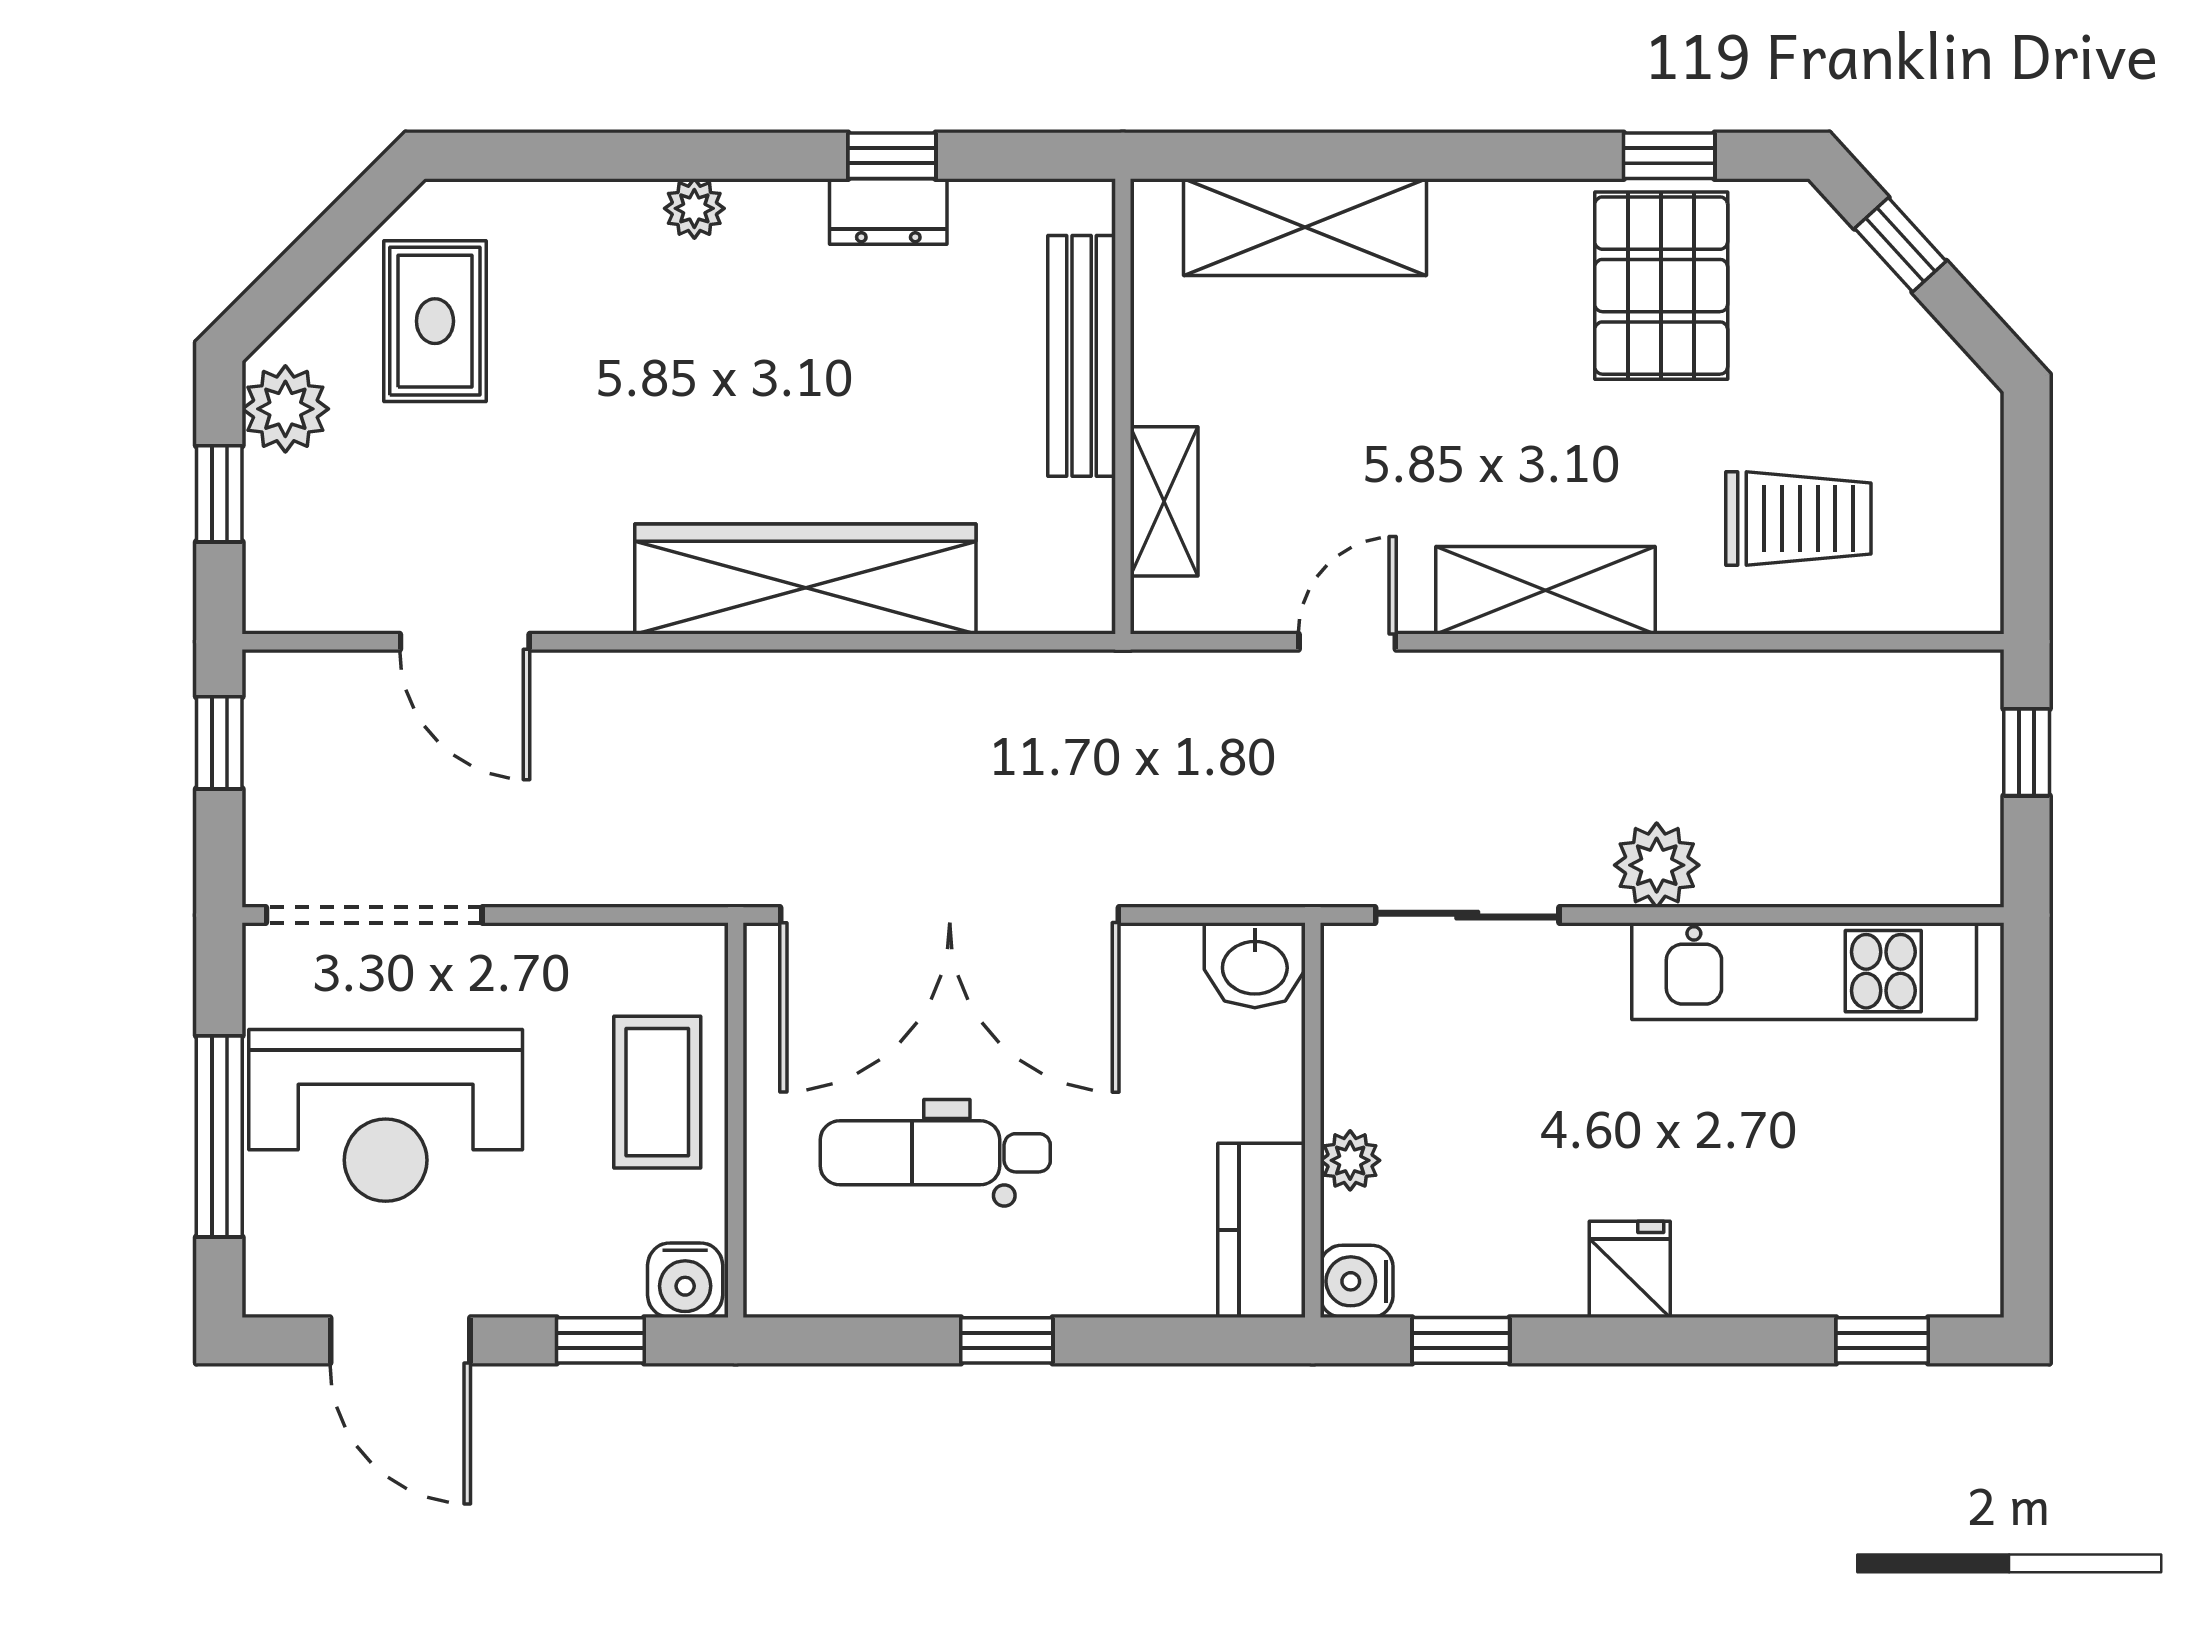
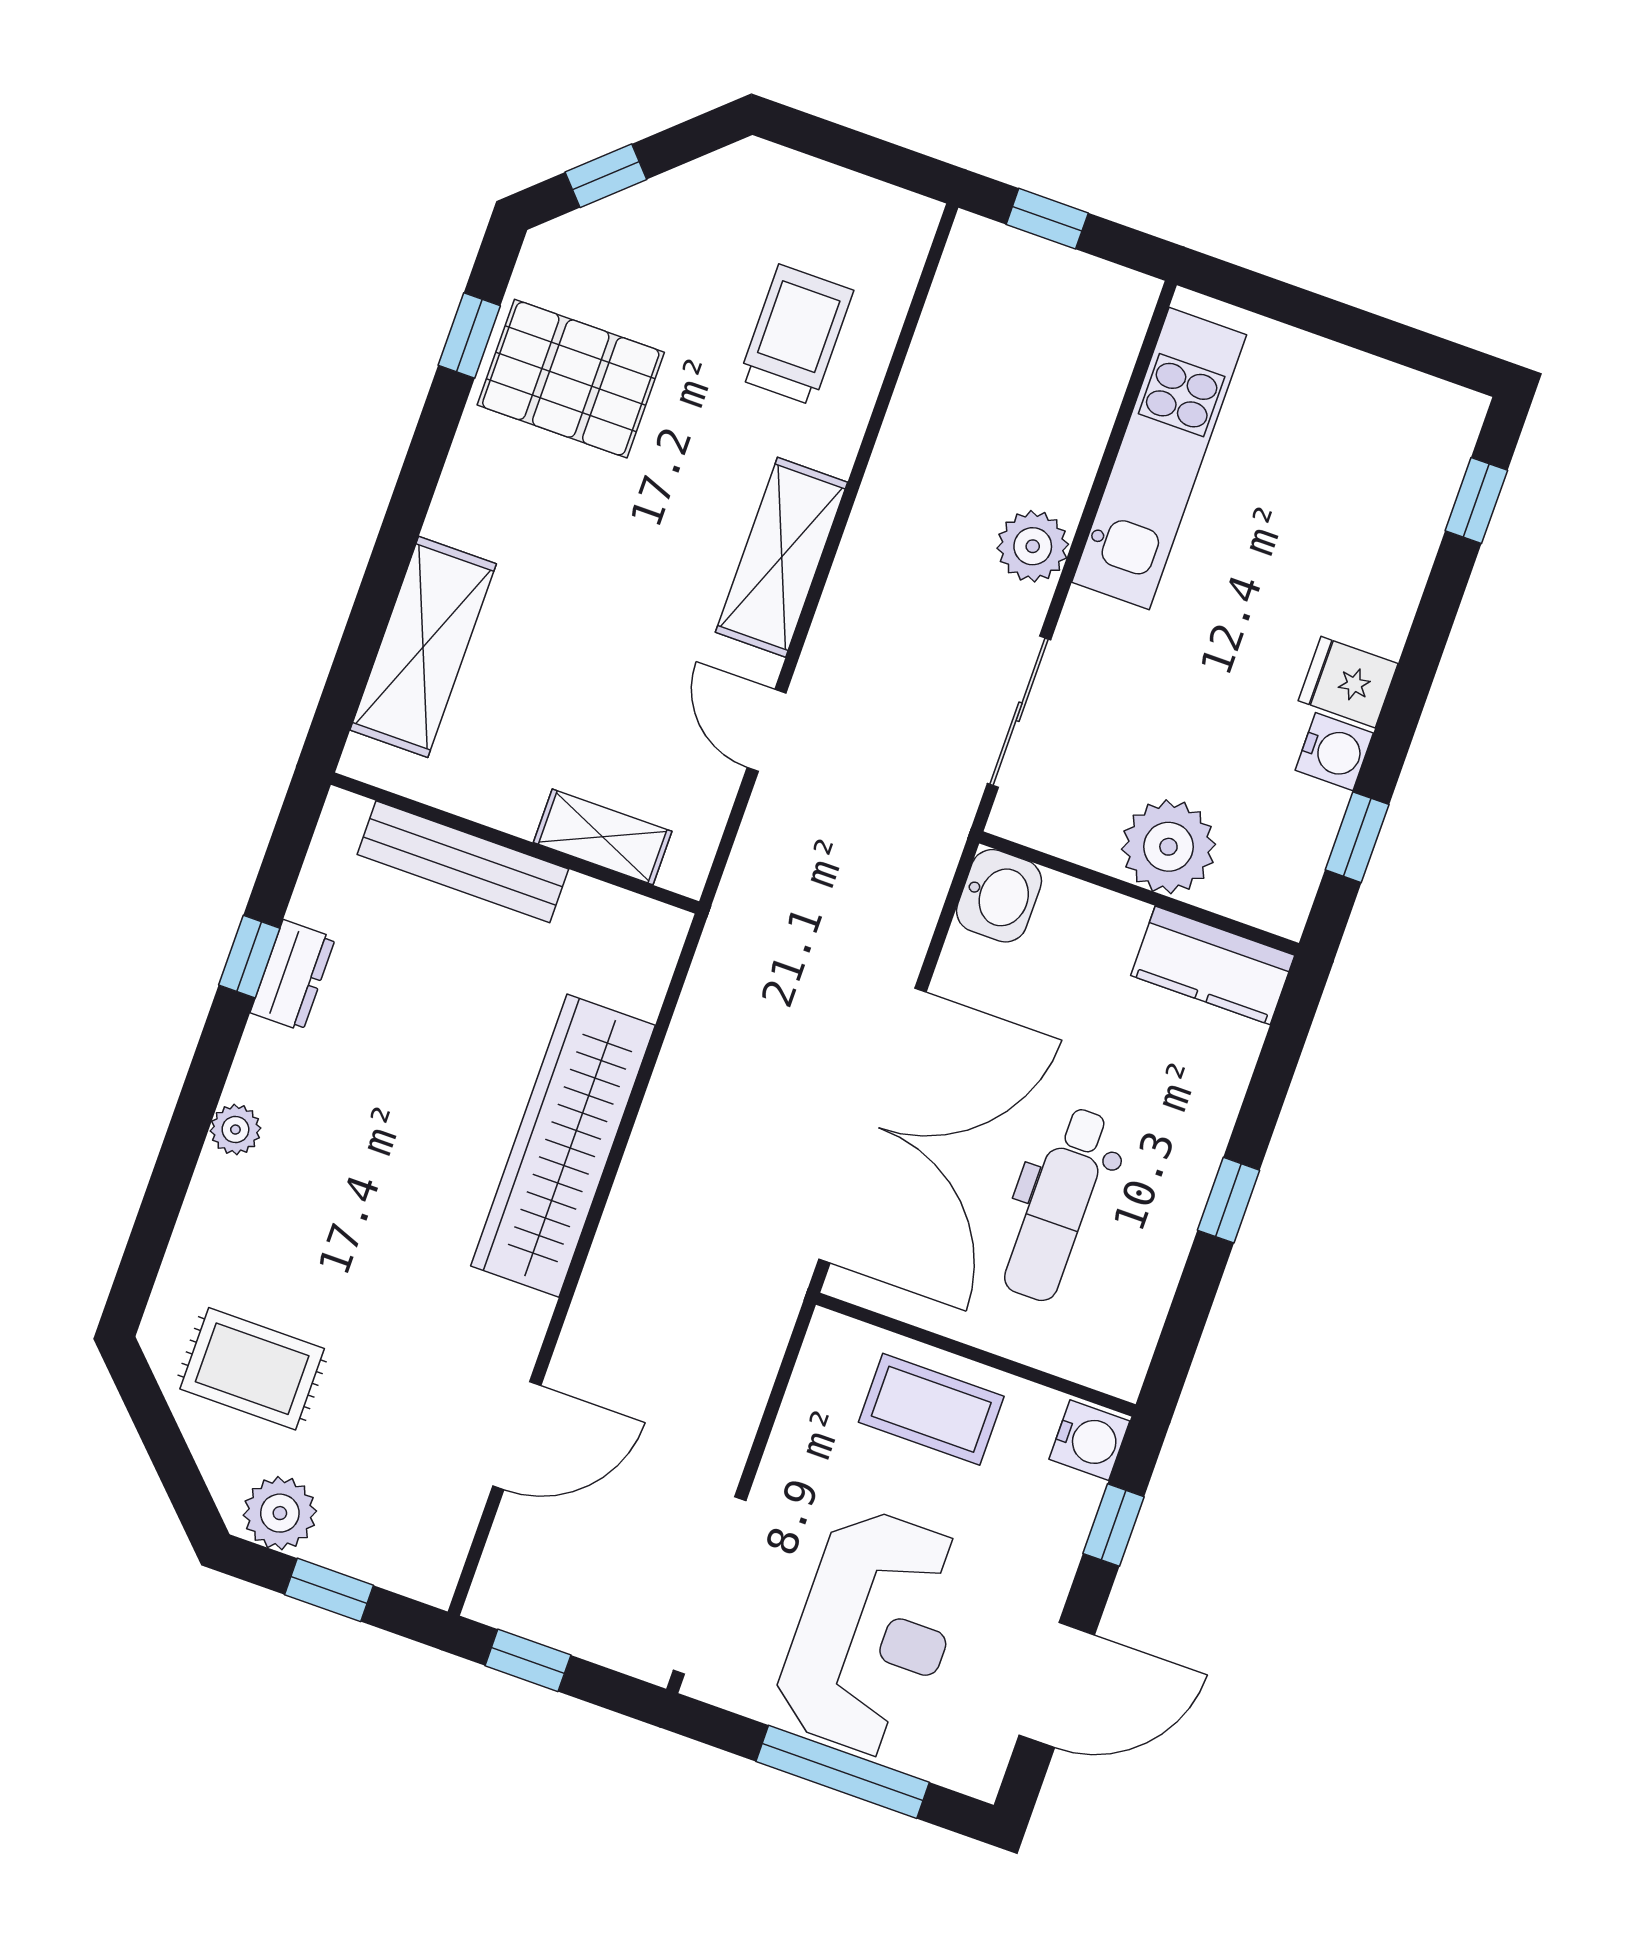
plant: (1350, 1160) -> (1168, 847), width x1.88, depth x1.88
water cooler: (1357, 1281) -> (1334, 752), moved, turned -90

